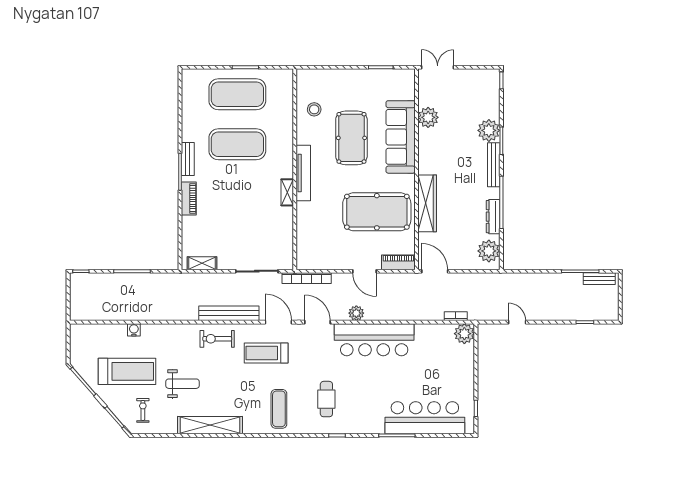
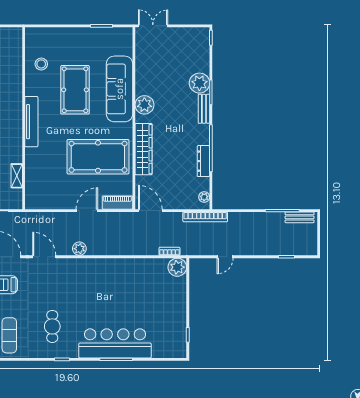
plant: (428, 117) -> (144, 105), moved
bench: (494, 165) -> (204, 109), width x0.73
shelving: (287, 192) -> (17, 176), moved
plant: (489, 251) -> (204, 197), width x0.53, depth x0.53
door: (364, 271) -> (87, 211), swing flipped
bookcase: (307, 278) -> (205, 217), moved
door: (517, 322) -> (225, 257), swing flipped
bar counter: (374, 340) -> (96, 273), removed
bar counter: (425, 418) -> (115, 343), moved

